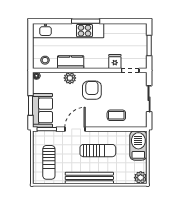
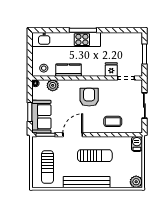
plant: (70, 78) -> (53, 85), moved
barbecue: (138, 146) -> (137, 144), width x0.53, depth x0.65

